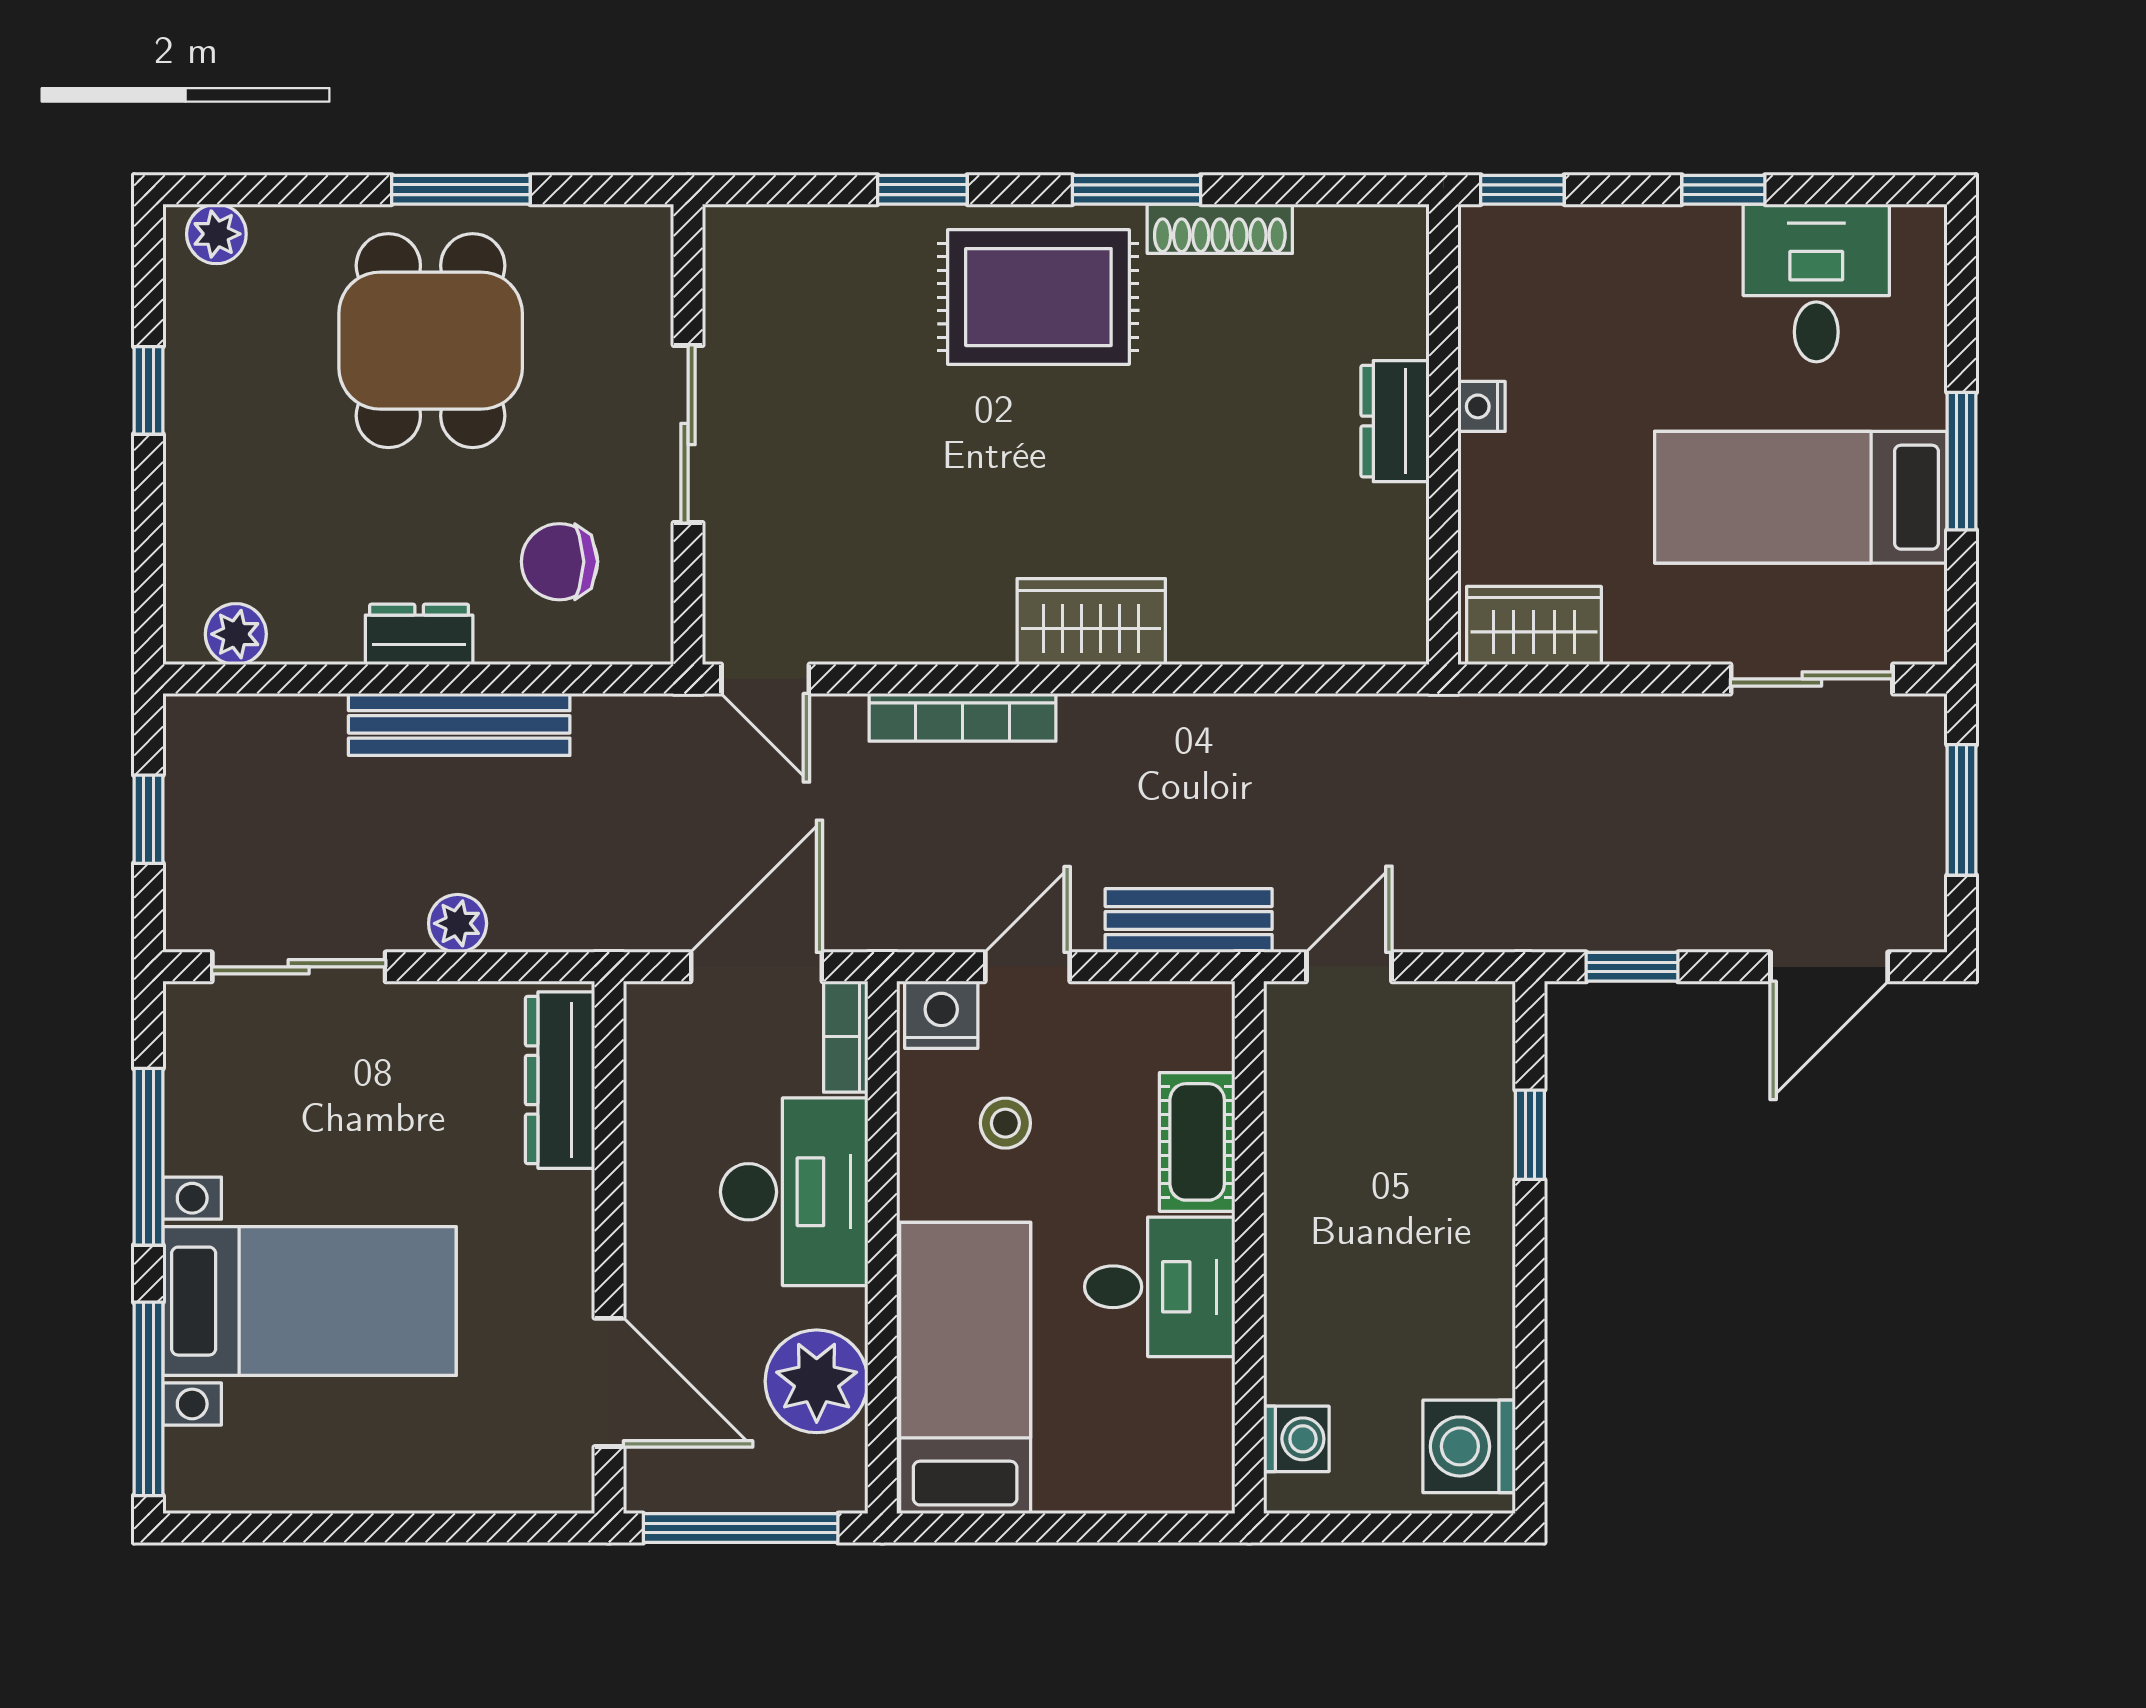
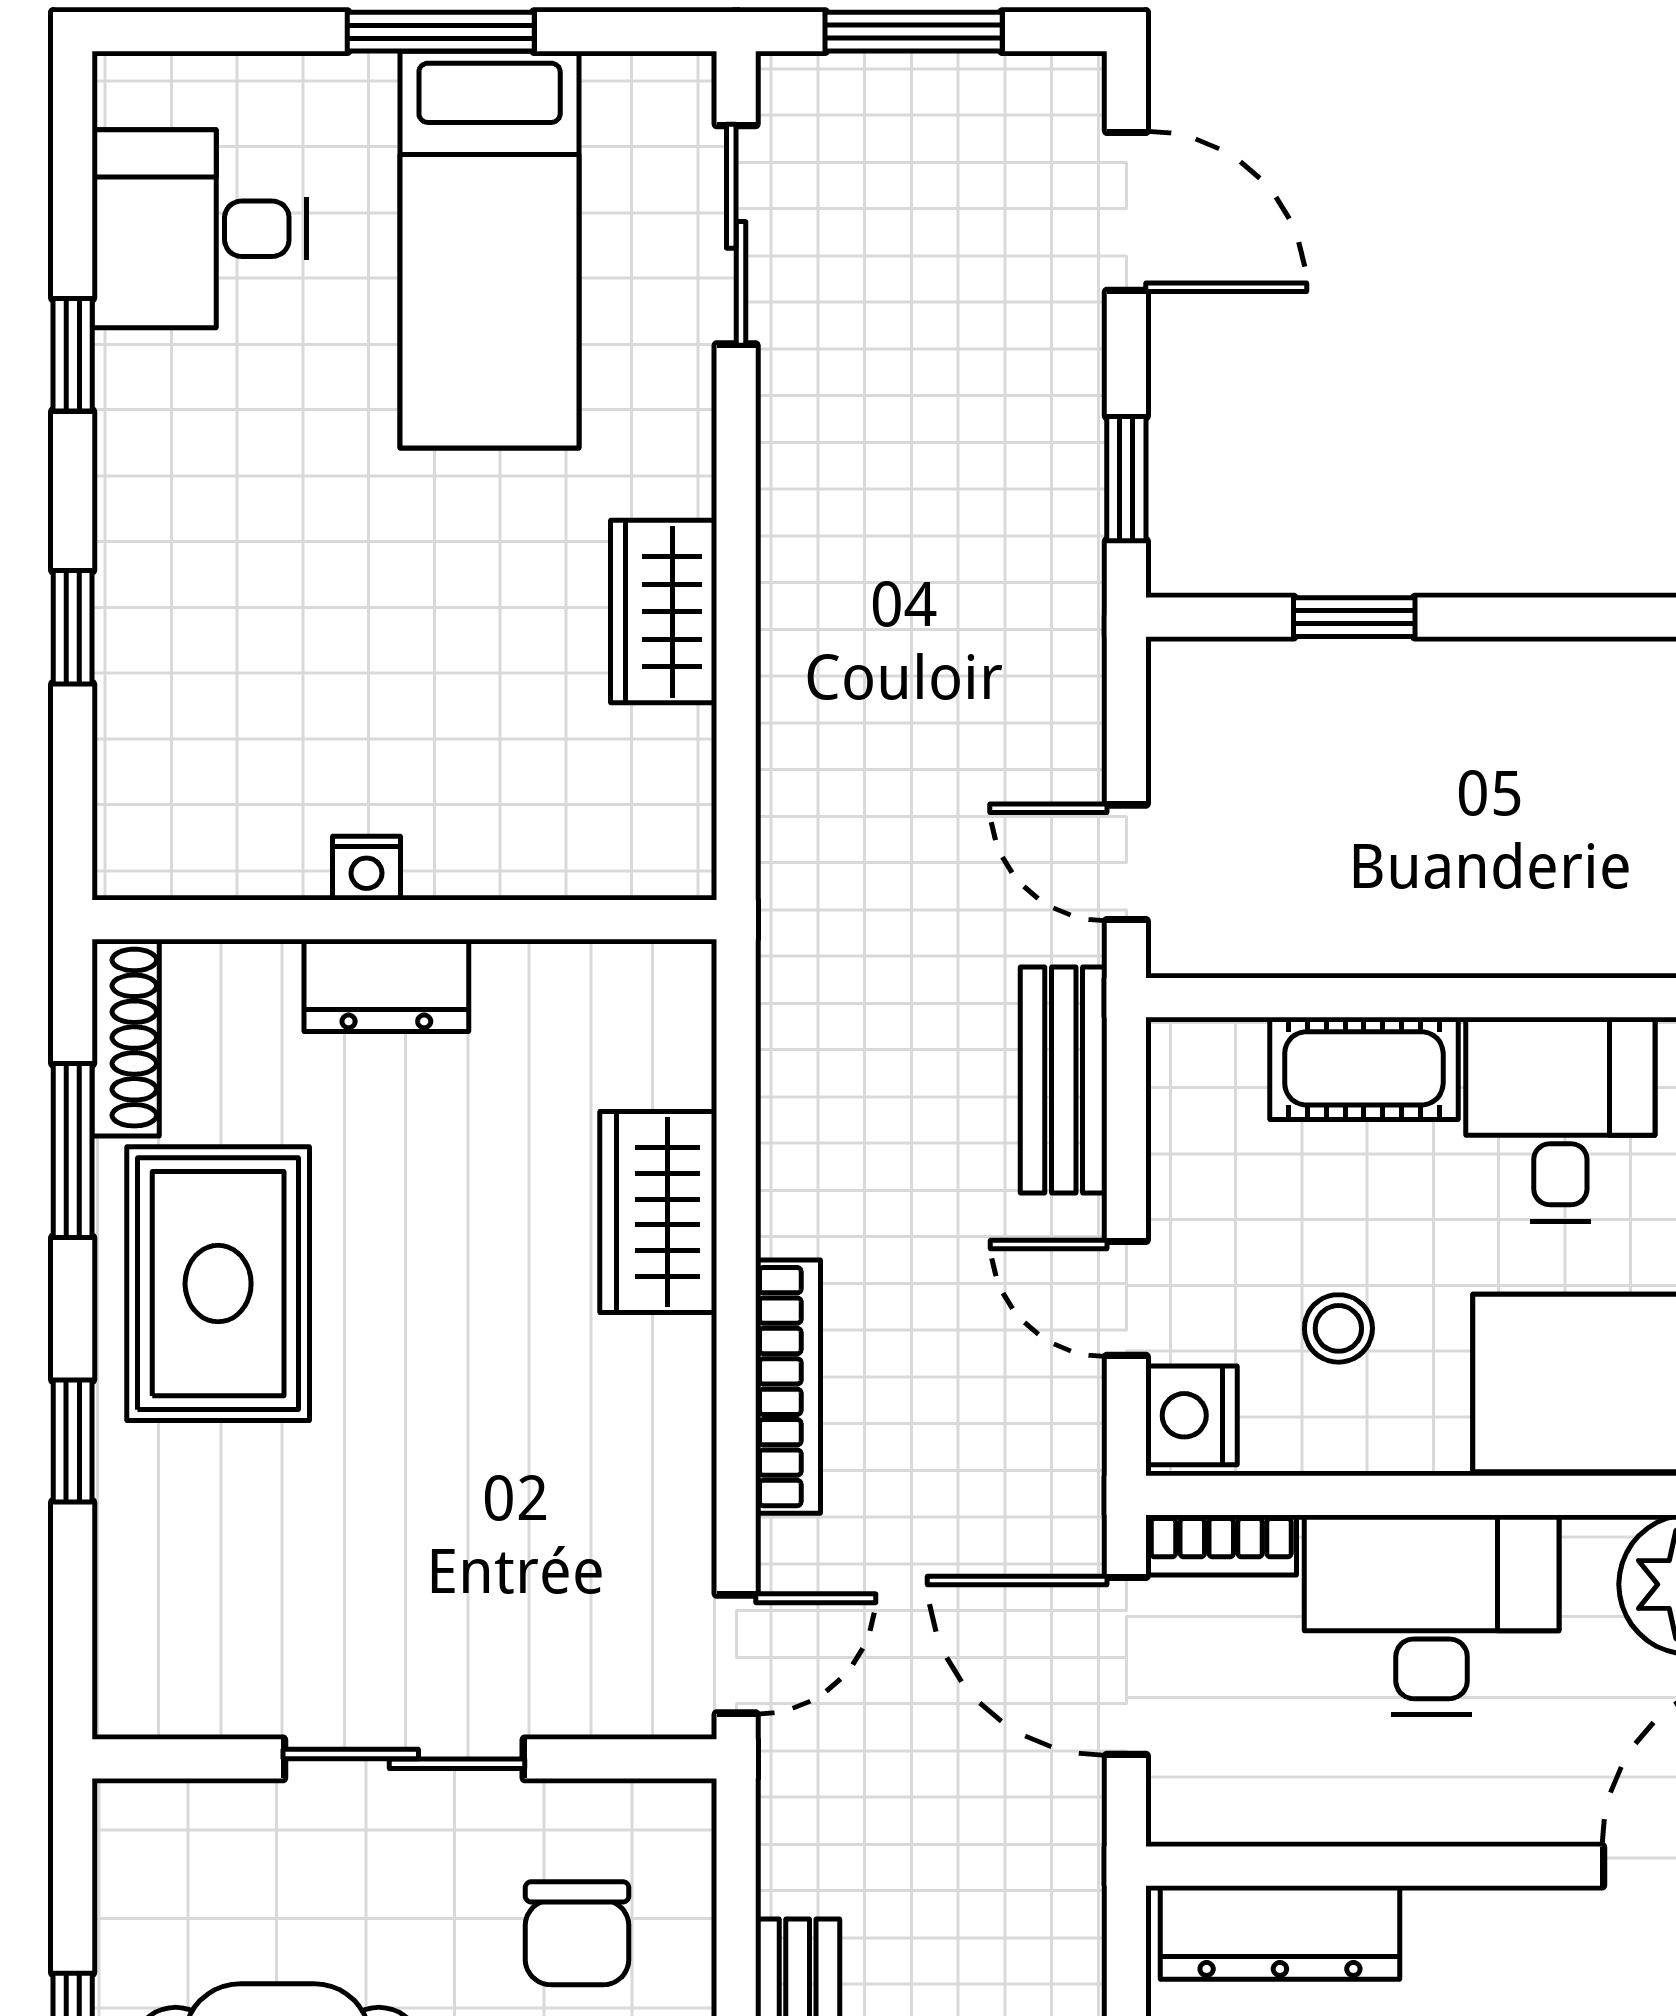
nightstand: (1482, 406) -> (366, 868), moved
dresser: (1395, 421) -> (386, 985), moved
wall: (1444, 434) -> (404, 920), moved

